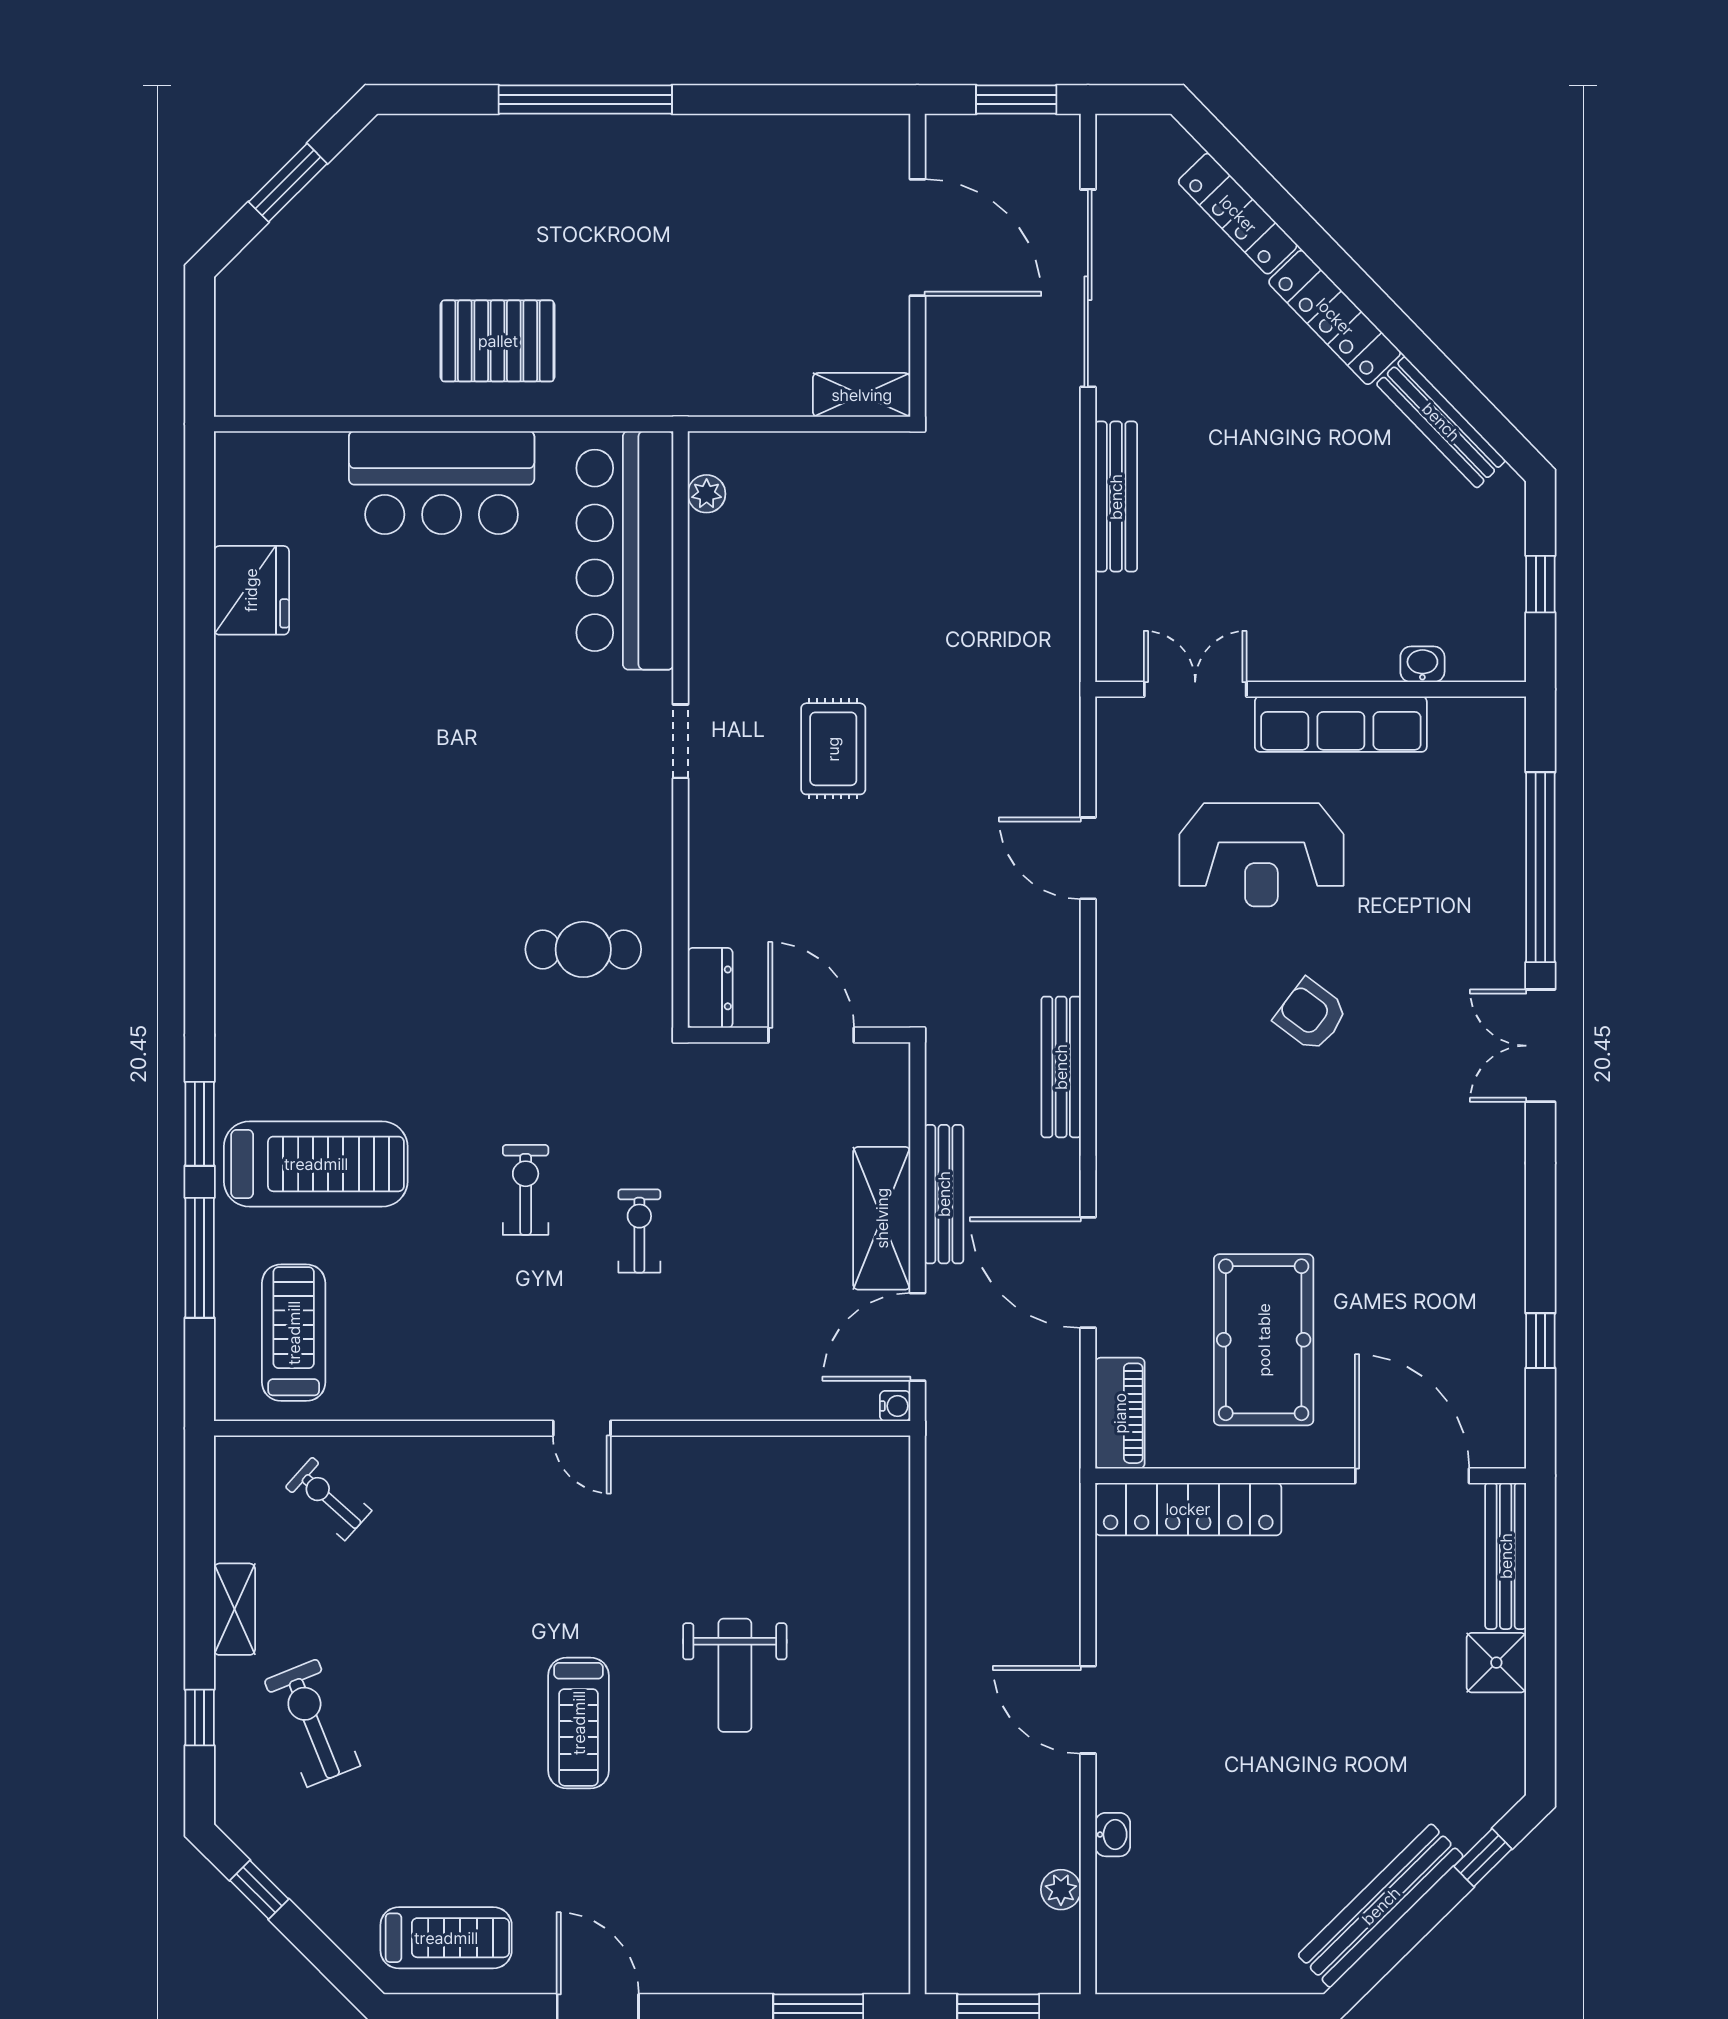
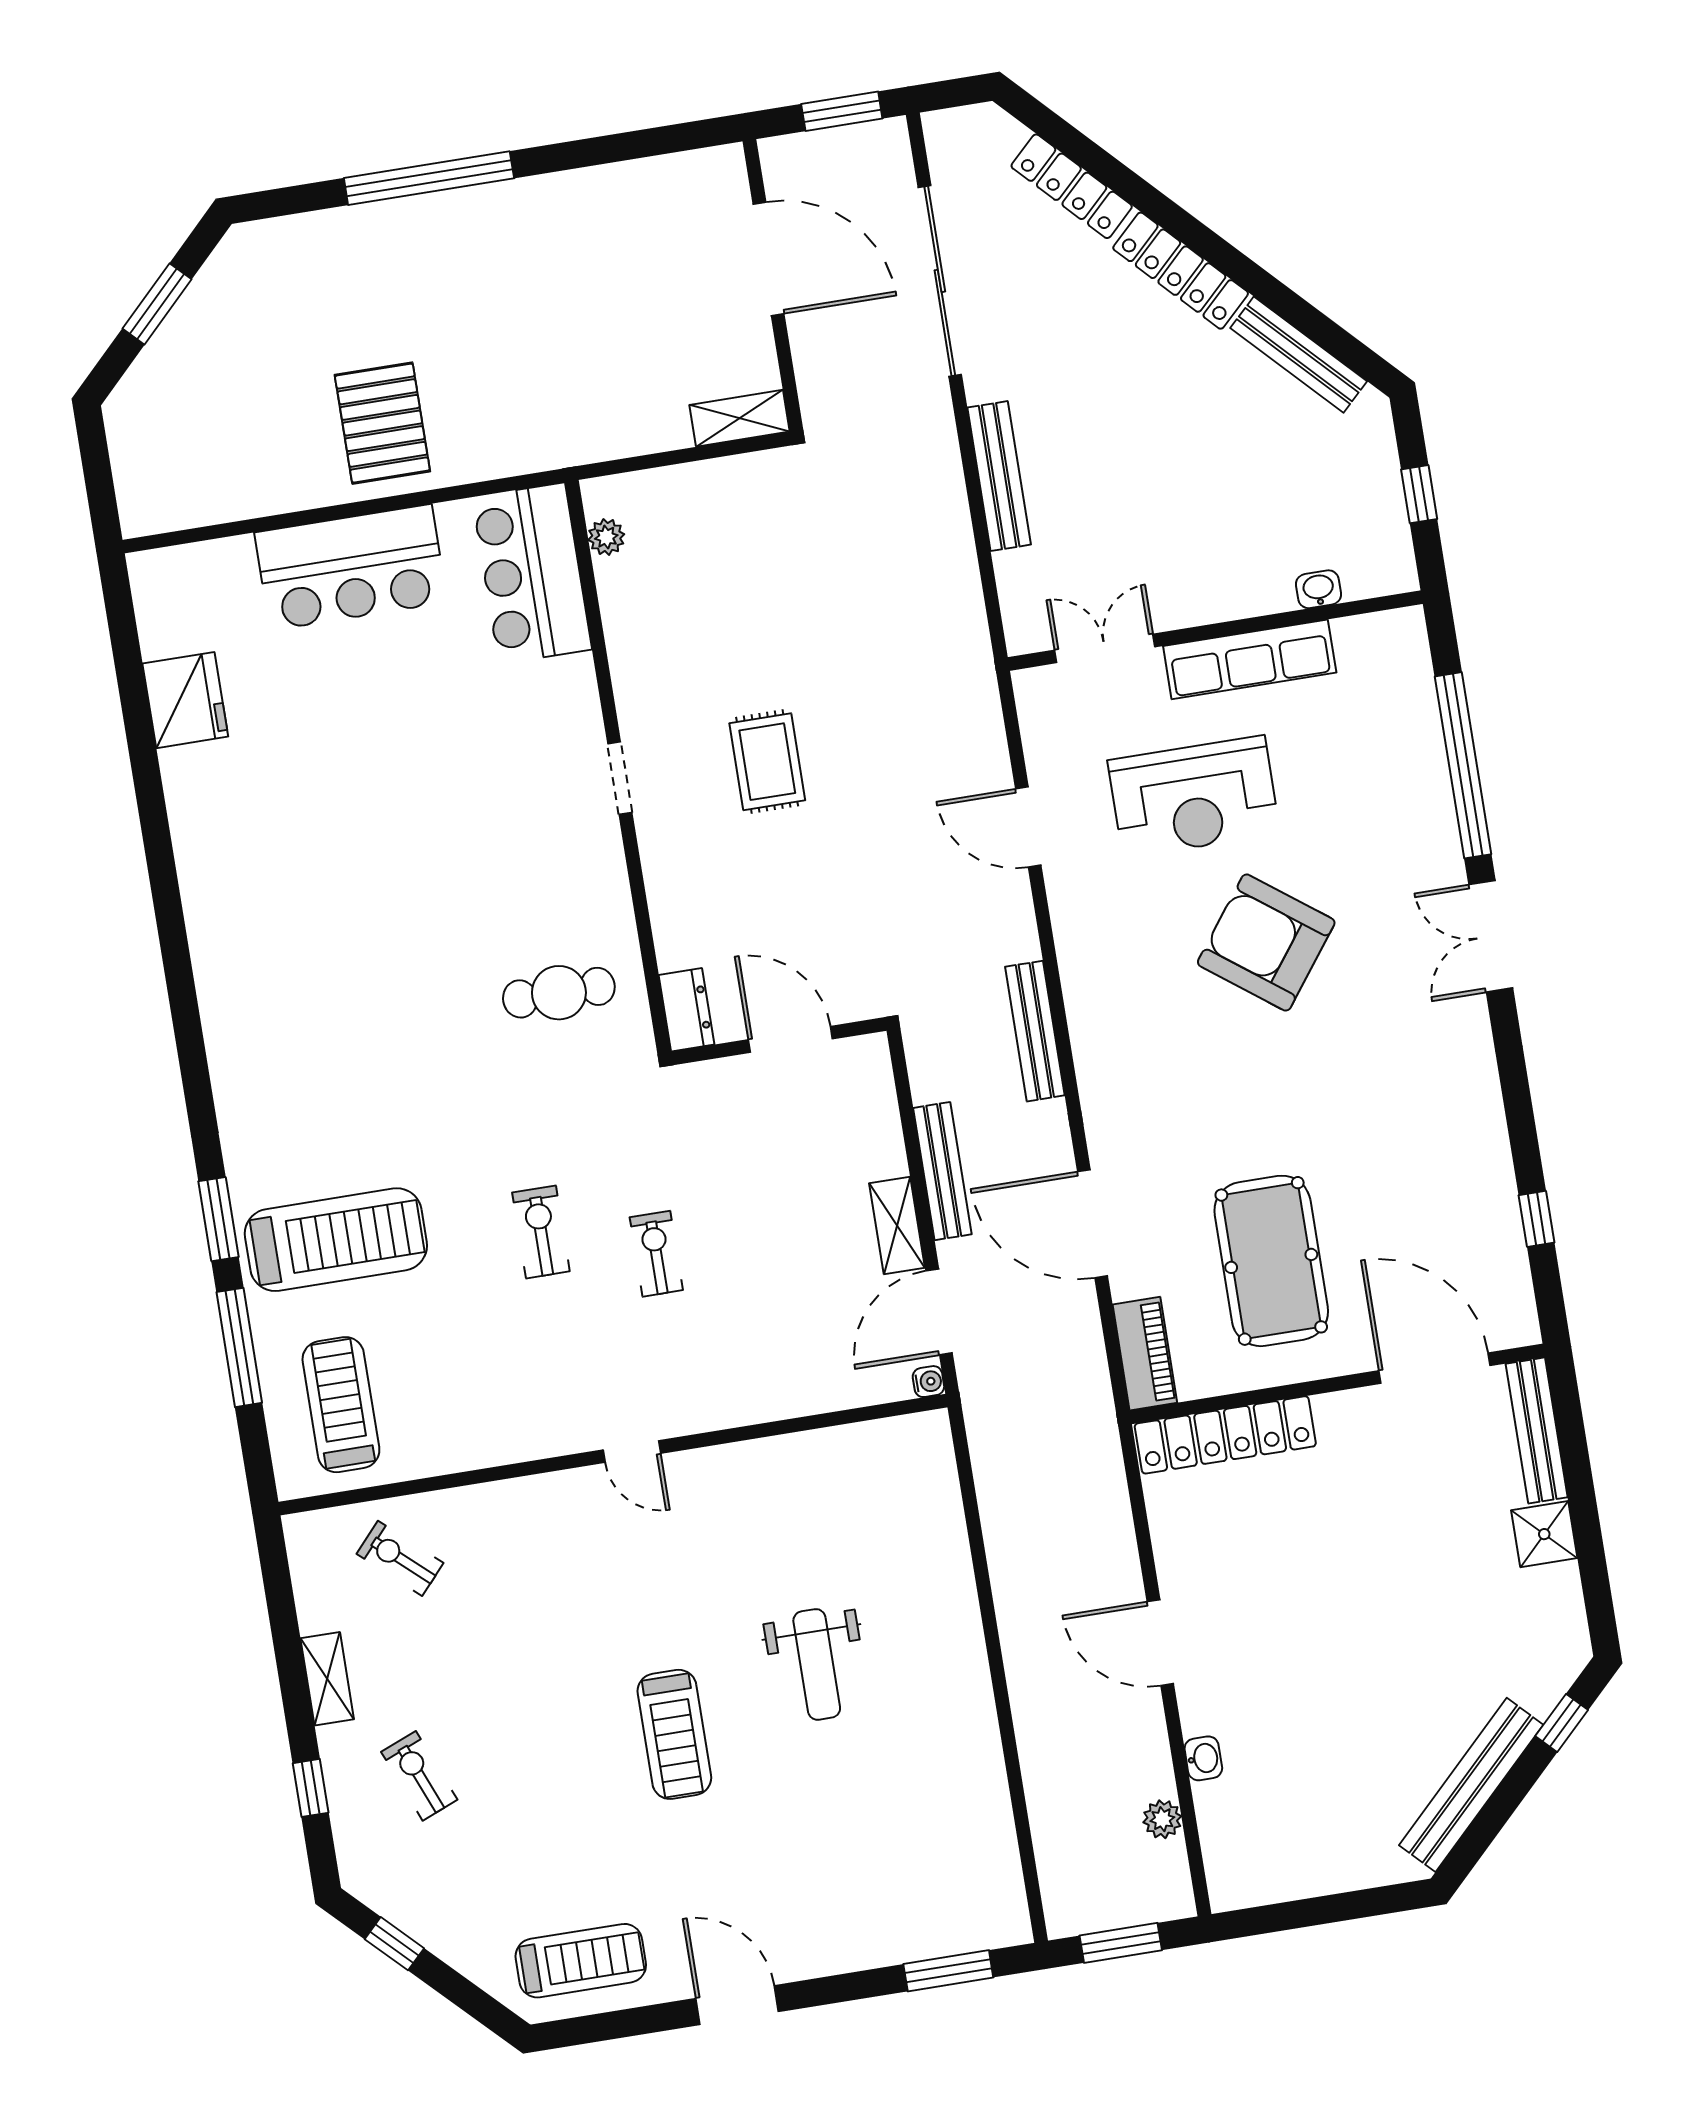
pallet: (498, 341) -> (382, 423), turned 90
bar counter: (625, 550) -> (532, 573), width x0.73
armchair: (1311, 1015) -> (1266, 942), width x1.88, depth x1.88
shelving: (882, 1218) -> (897, 1226), width x0.67, depth x0.75
exercise bike: (312, 1723) -> (419, 1776), width x0.73, depth x0.72

